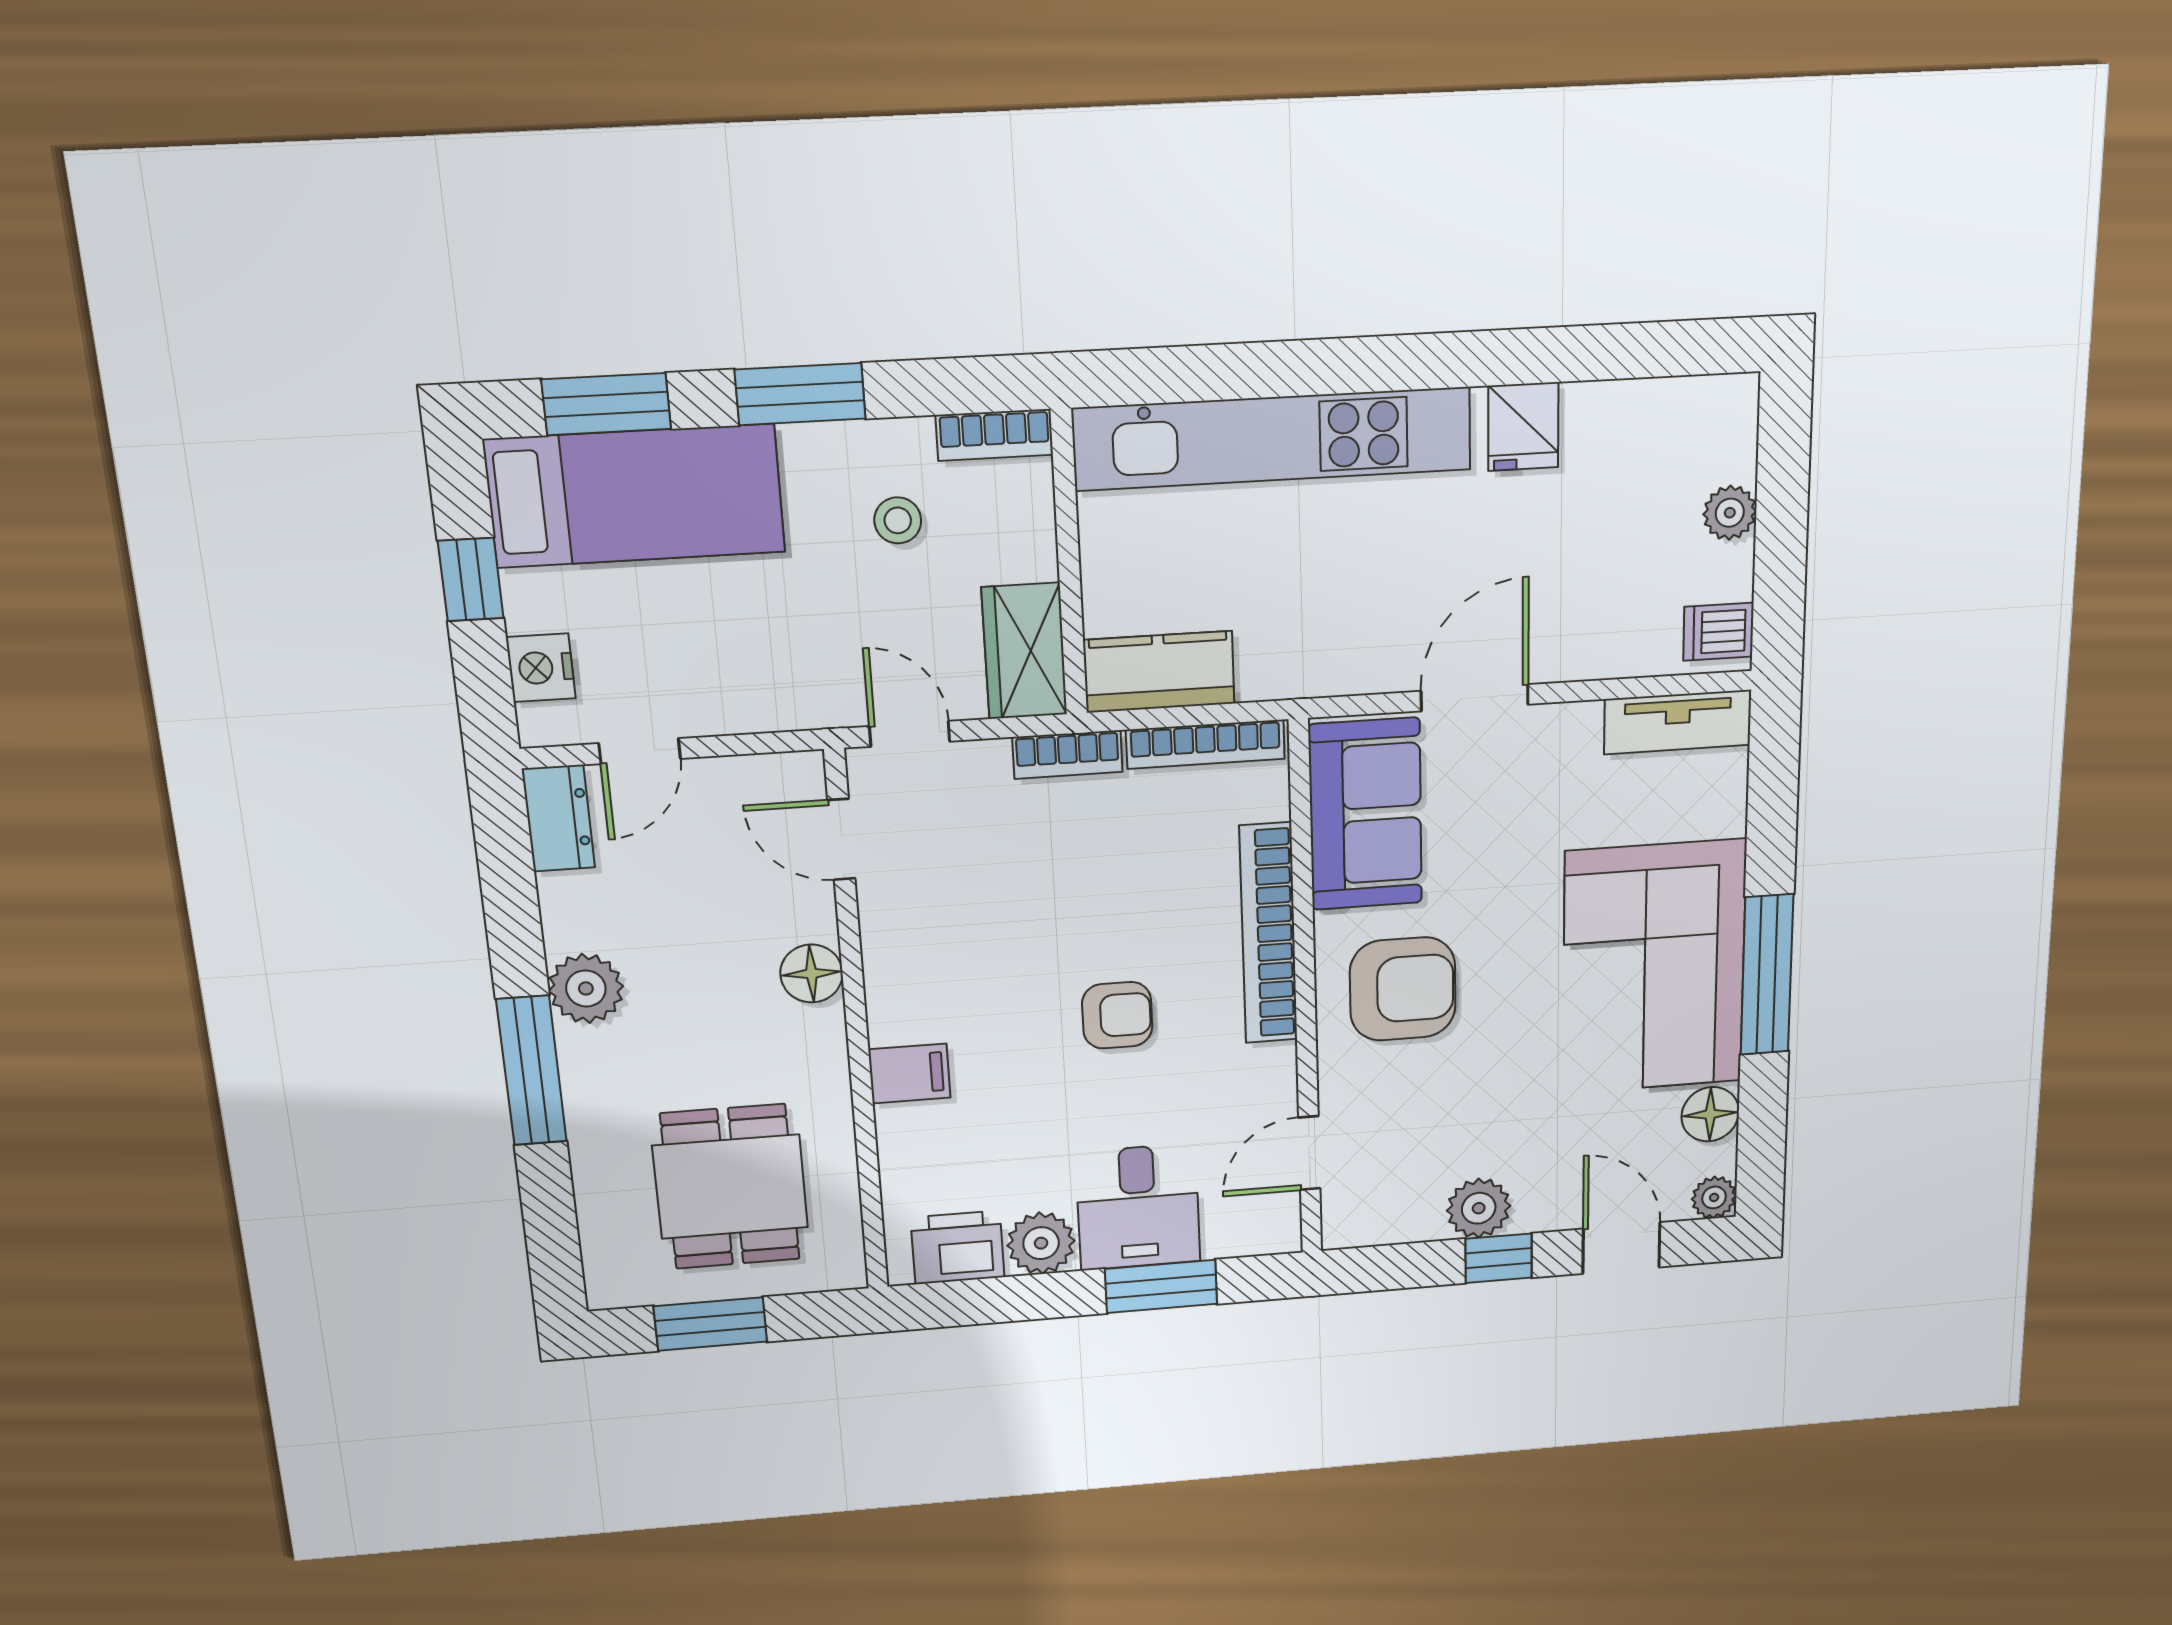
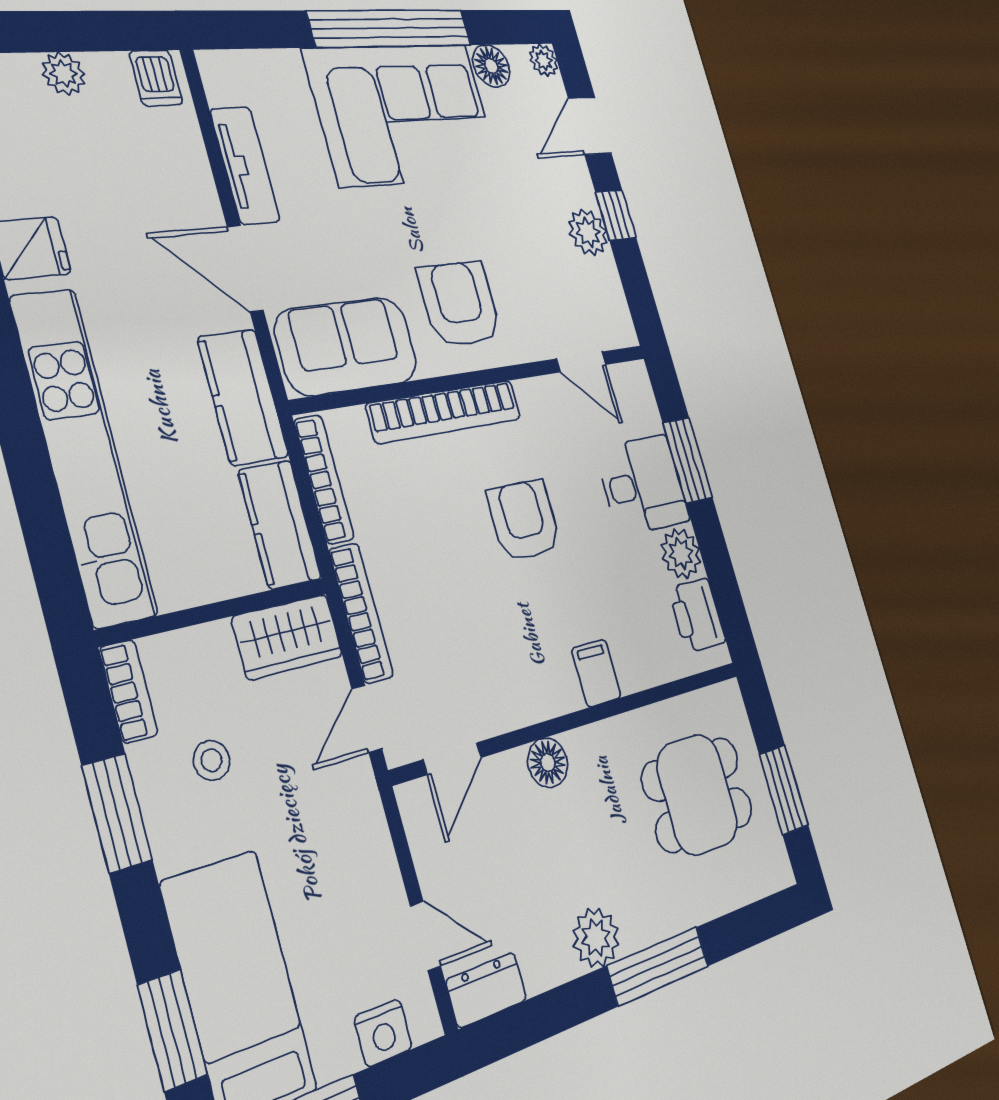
window: (800, 394) -> (117, 813), moved
kitchen counter: (1318, 659) -> (243, 397), added
tv unit: (1678, 722) -> (245, 165), moved
bookcase: (1068, 755) -> (361, 613), width x1.56
window: (1767, 975) -> (391, 28), width x1.46
armchair: (1117, 1015) -> (524, 520), width x1.38, depth x1.38

